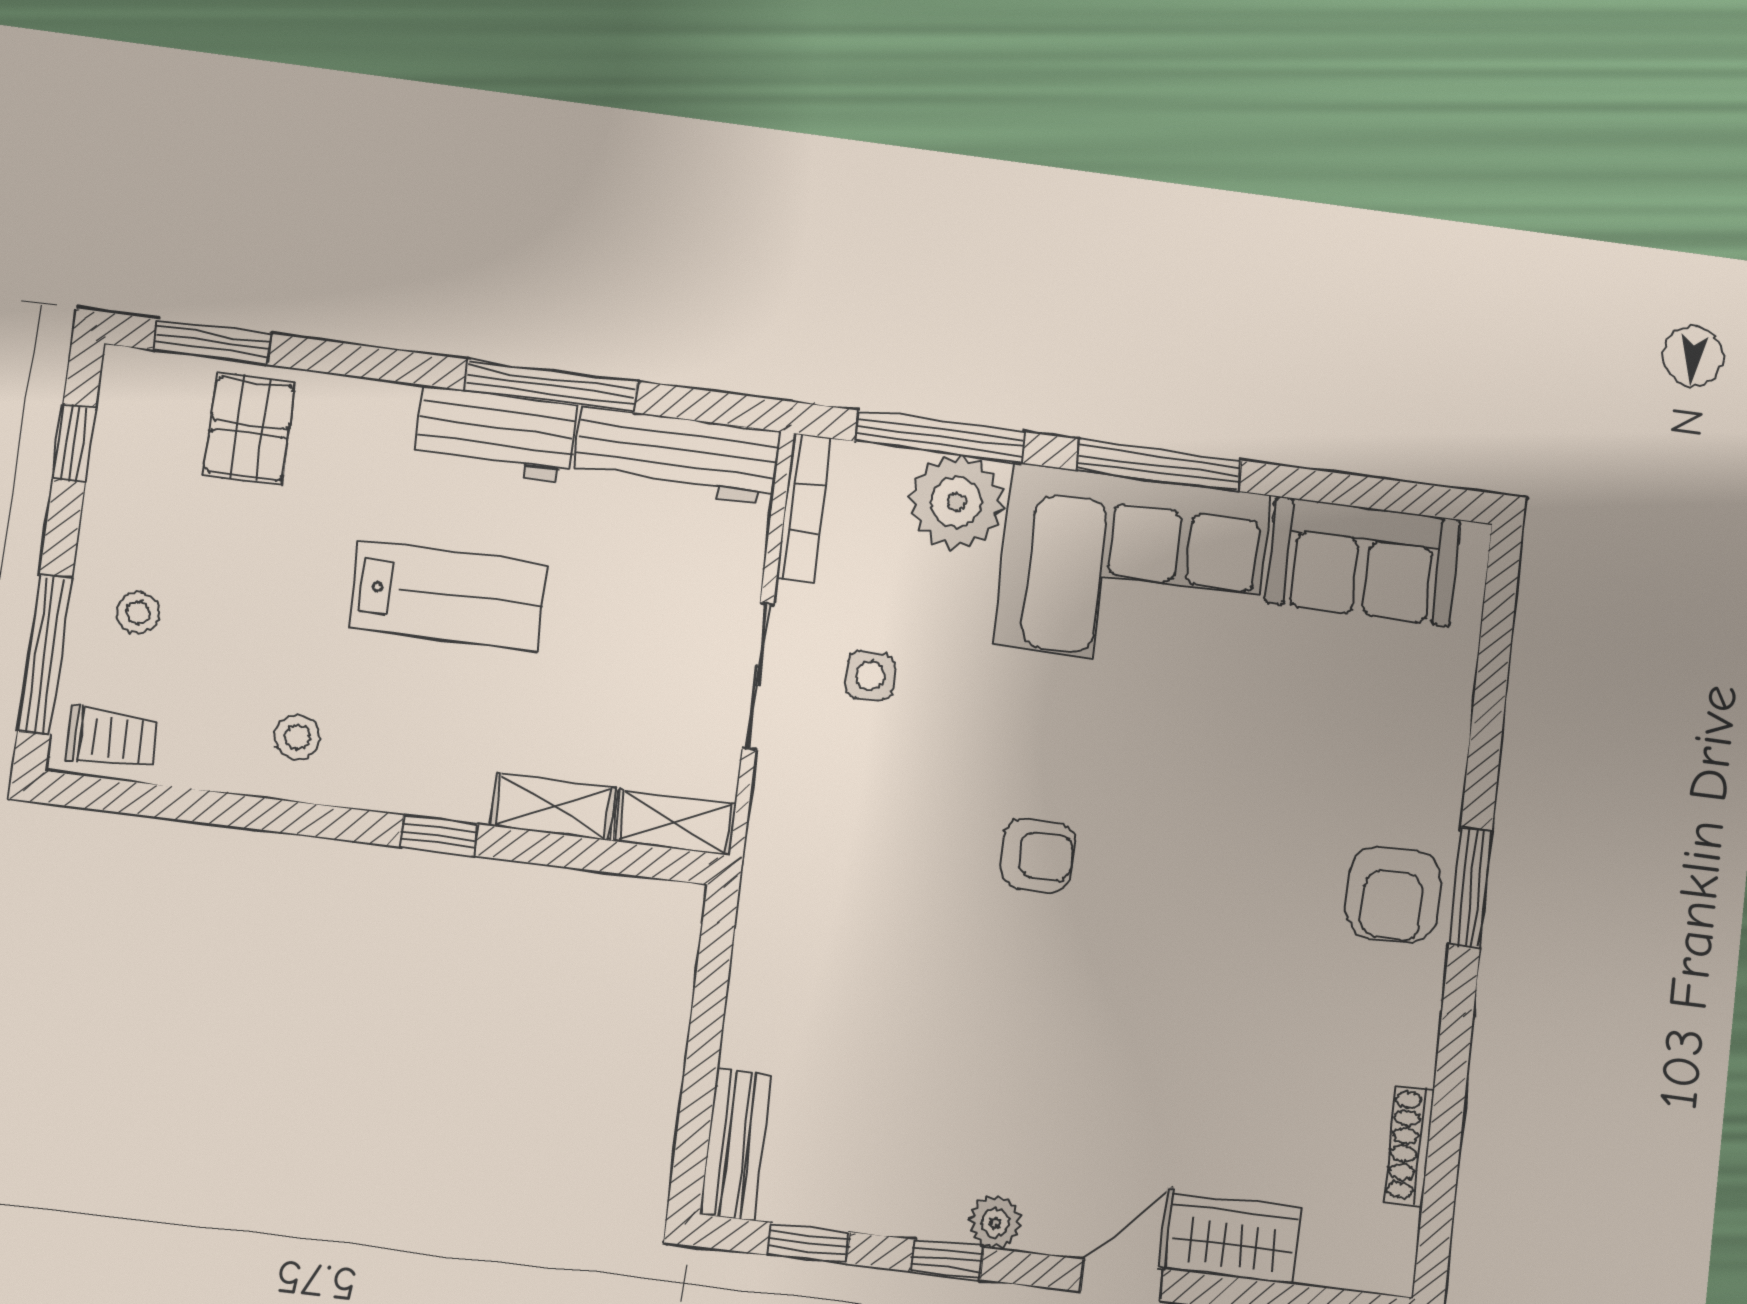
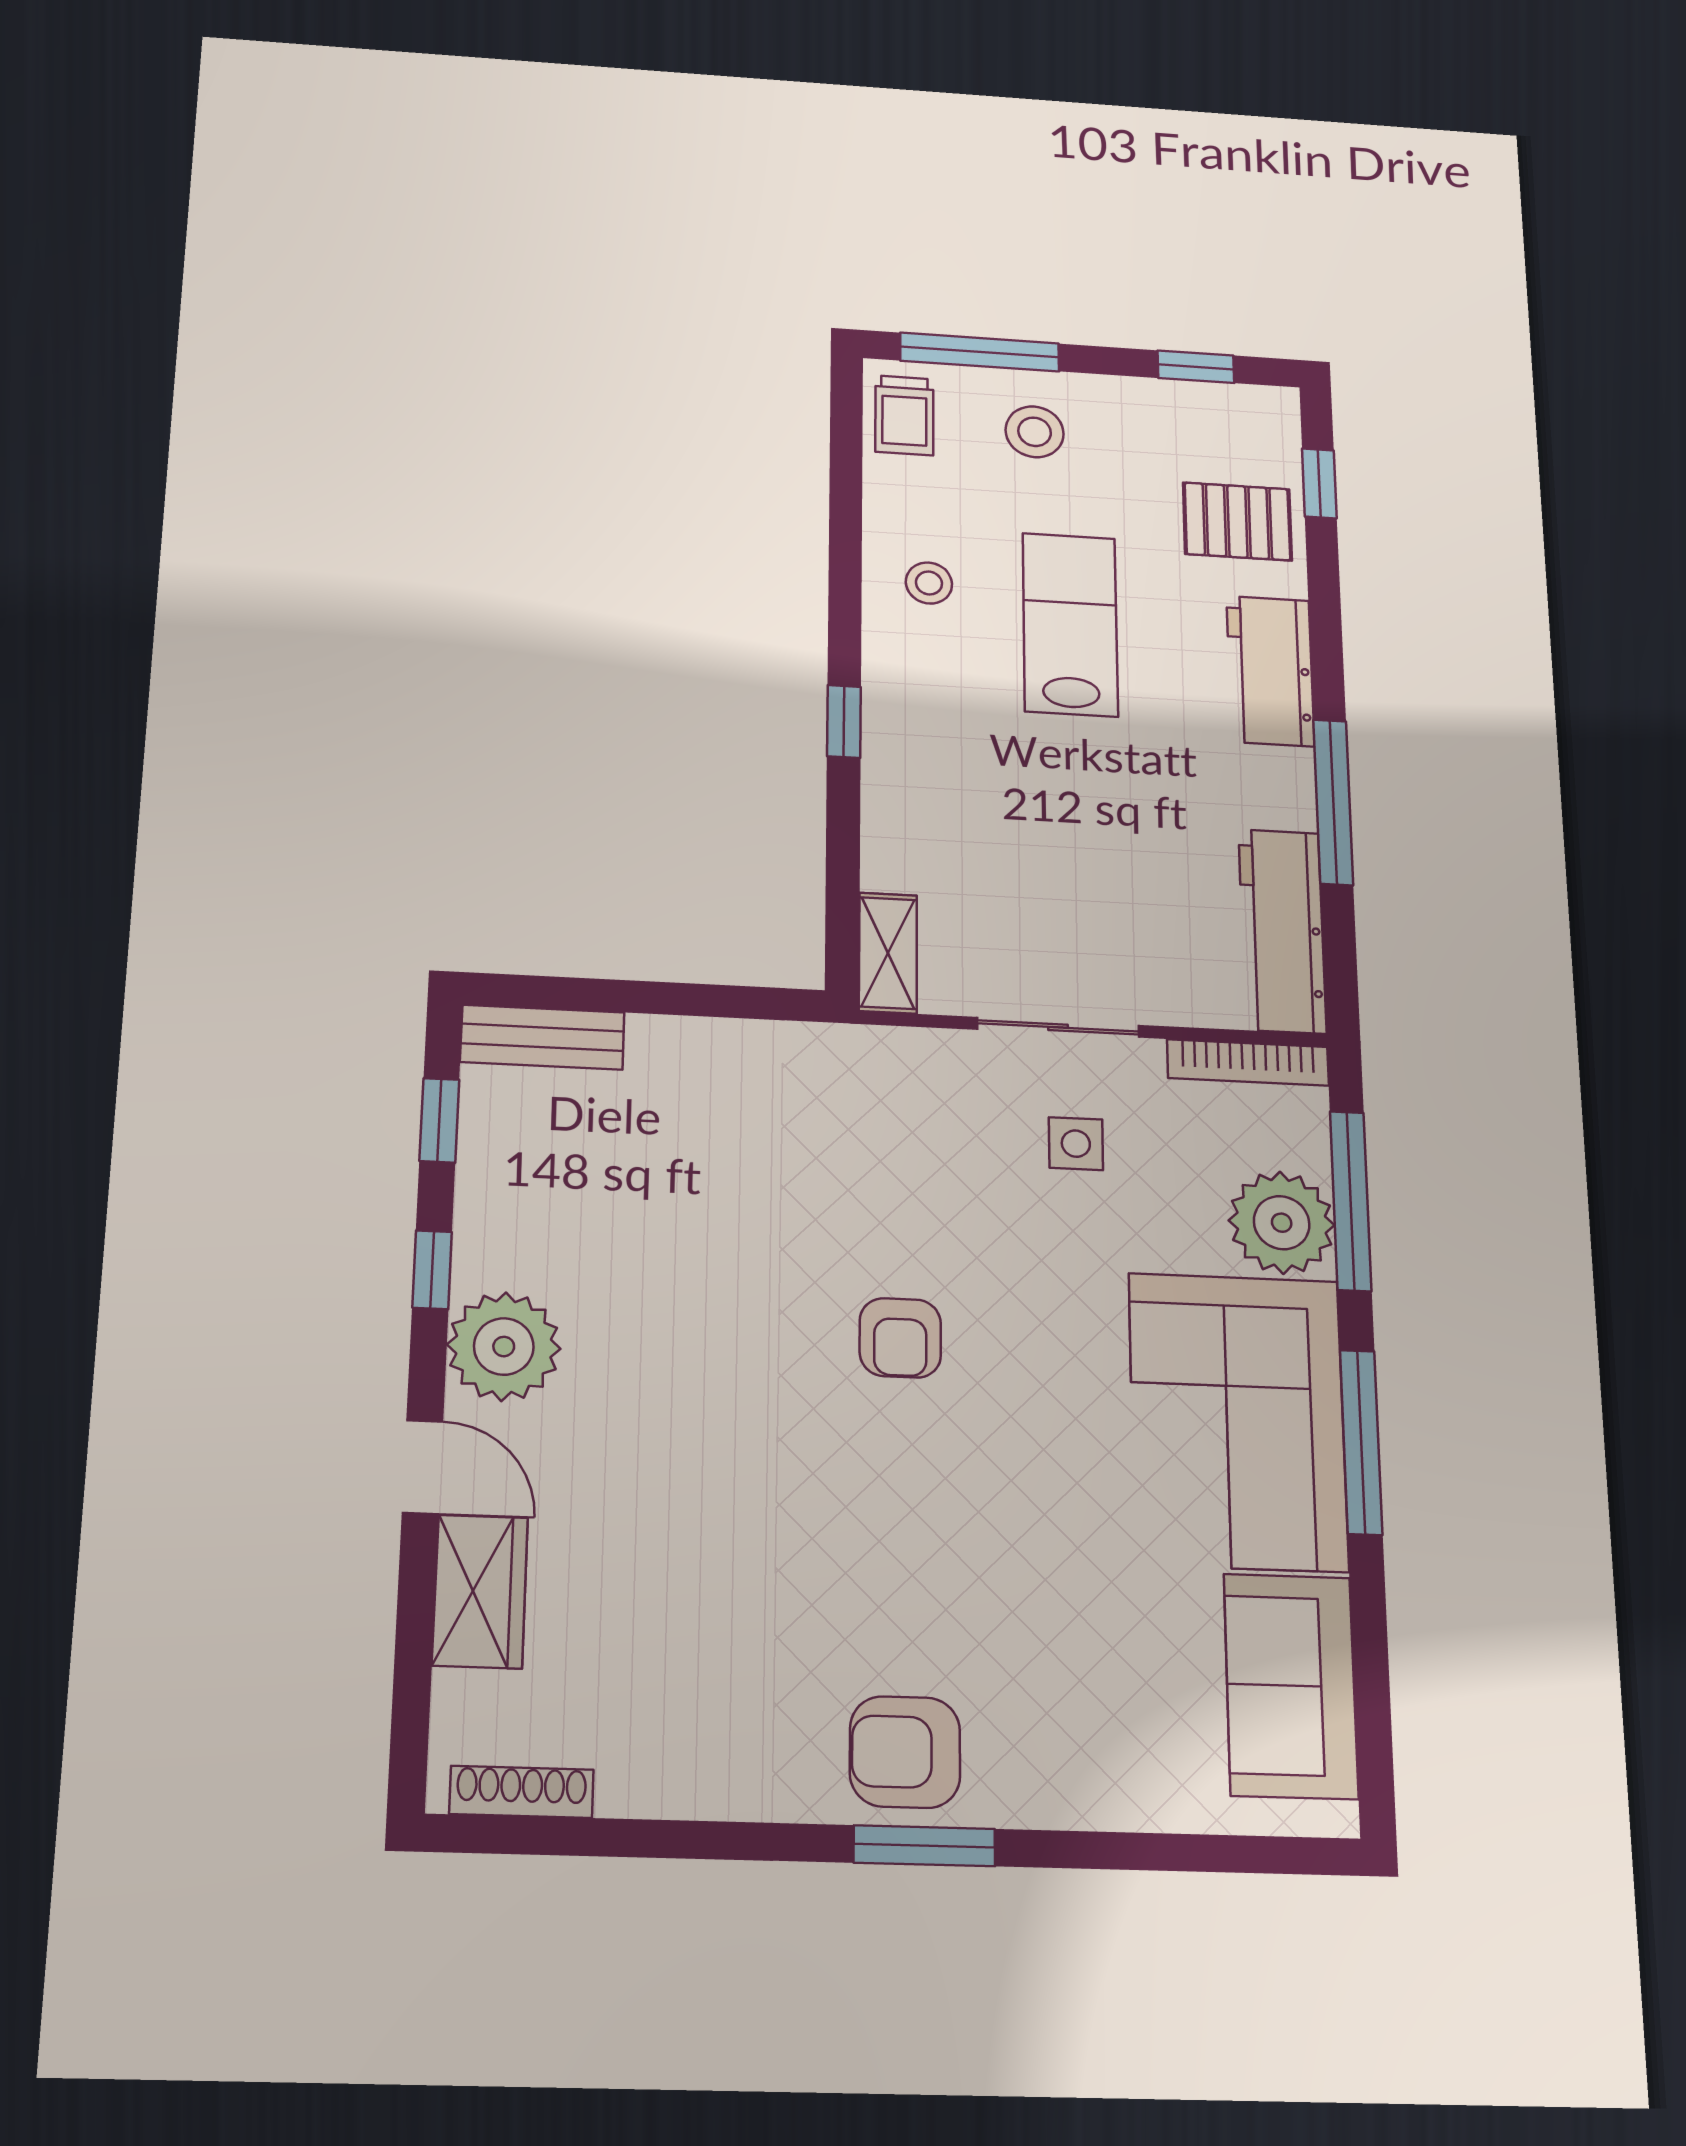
window: (212, 342) -> (1319, 483), width x0.67
workbench: (496, 434) -> (1270, 671), moved
lab bench: (448, 595) -> (1070, 624), moved, turned 180
stool: (138, 613) -> (1035, 432), width x1.37, depth x1.37
shelving: (553, 807) -> (889, 830), removed
shoe rack: (1409, 1145) -> (521, 1792), moved
plant: (995, 1223) -> (504, 1347), width x1.88, depth x1.88

